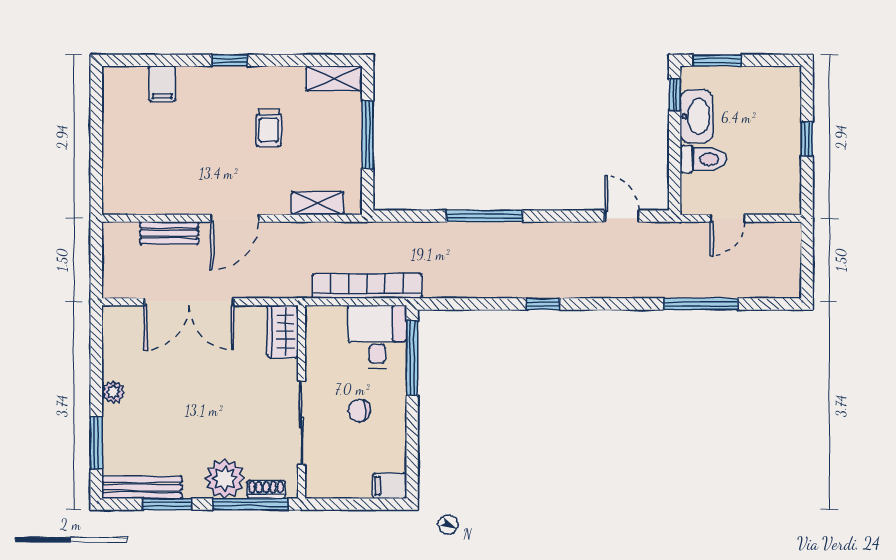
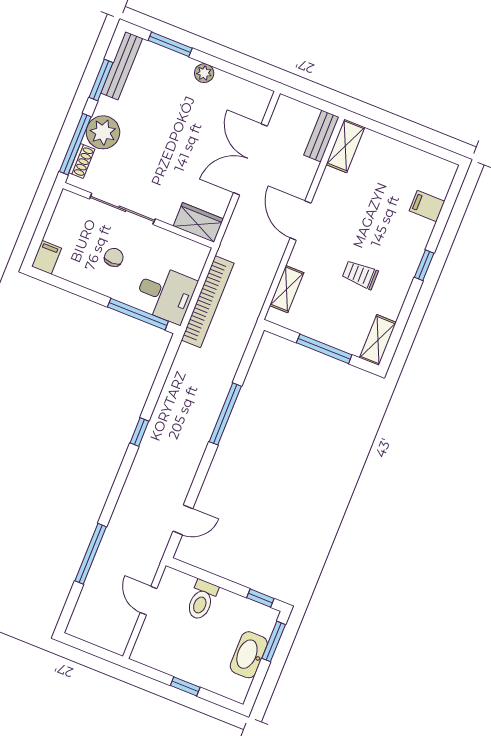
washbasin: (696, 116) -> (249, 655), moved, turned 90
shelving: (131, 202) -> (345, 146), added
bench: (169, 233) -> (321, 136), moved

